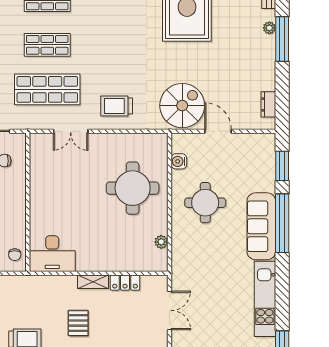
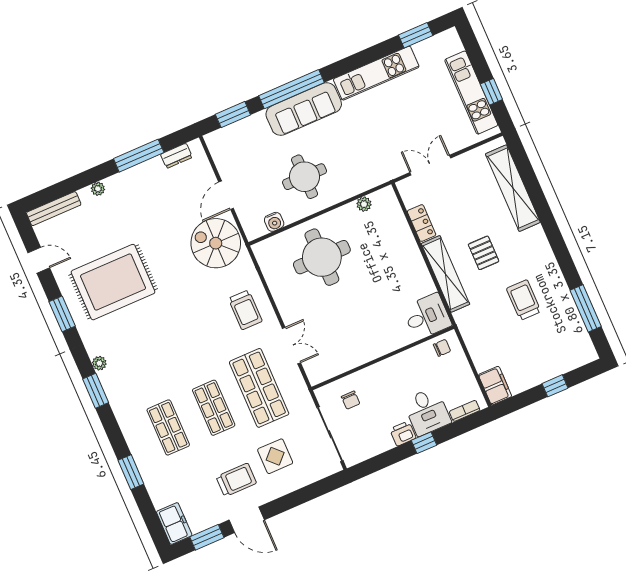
window: (282, 39) -> (139, 156), moved
desk: (52, 254) -> (427, 316), width x0.73
shelving: (93, 282) -> (445, 274), width x2.20, depth x1.33
pallet: (78, 323) -> (484, 253), turned 90

